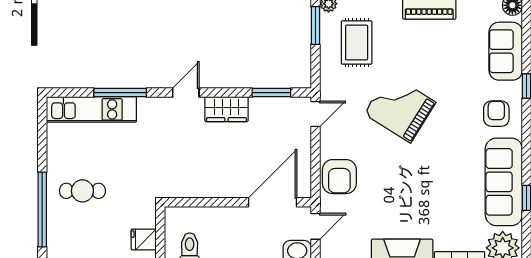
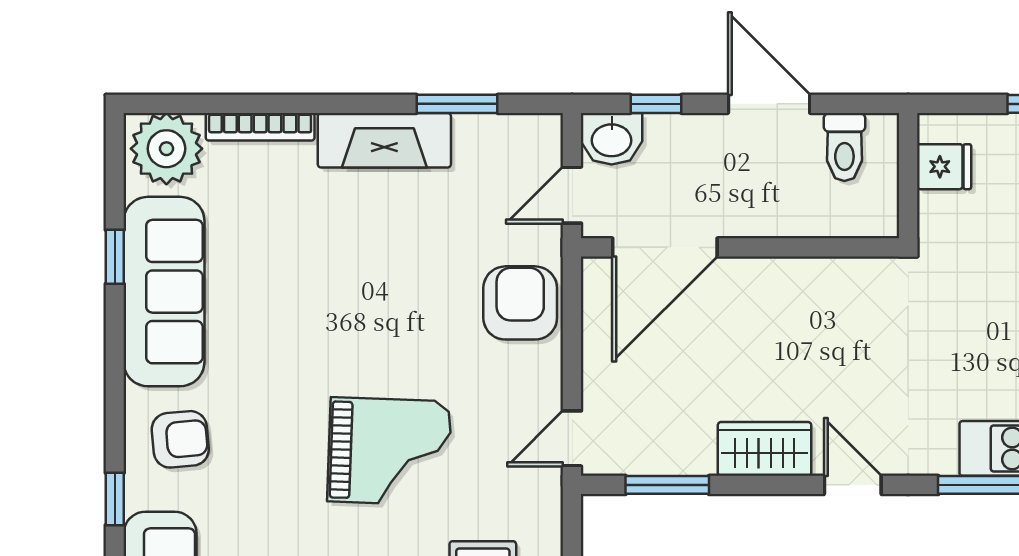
door: (186, 93) -> (853, 485), swing flipped
grand piano: (400, 108) -> (389, 451), turned -30
armchair: (496, 114) -> (180, 439), turned -95

